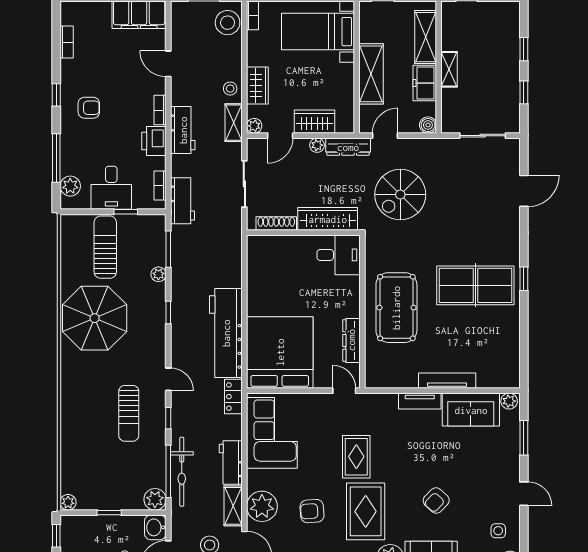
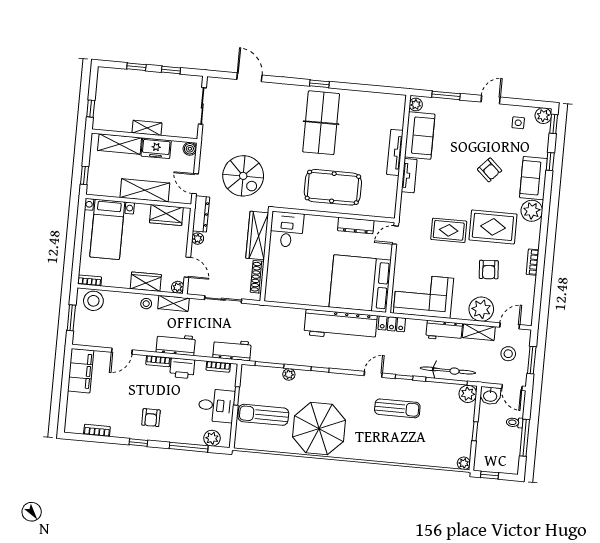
armchair: (89, 108) -> (151, 418), turned 180
wardrobe: (315, 122) -> (166, 215), moved, turned -90

